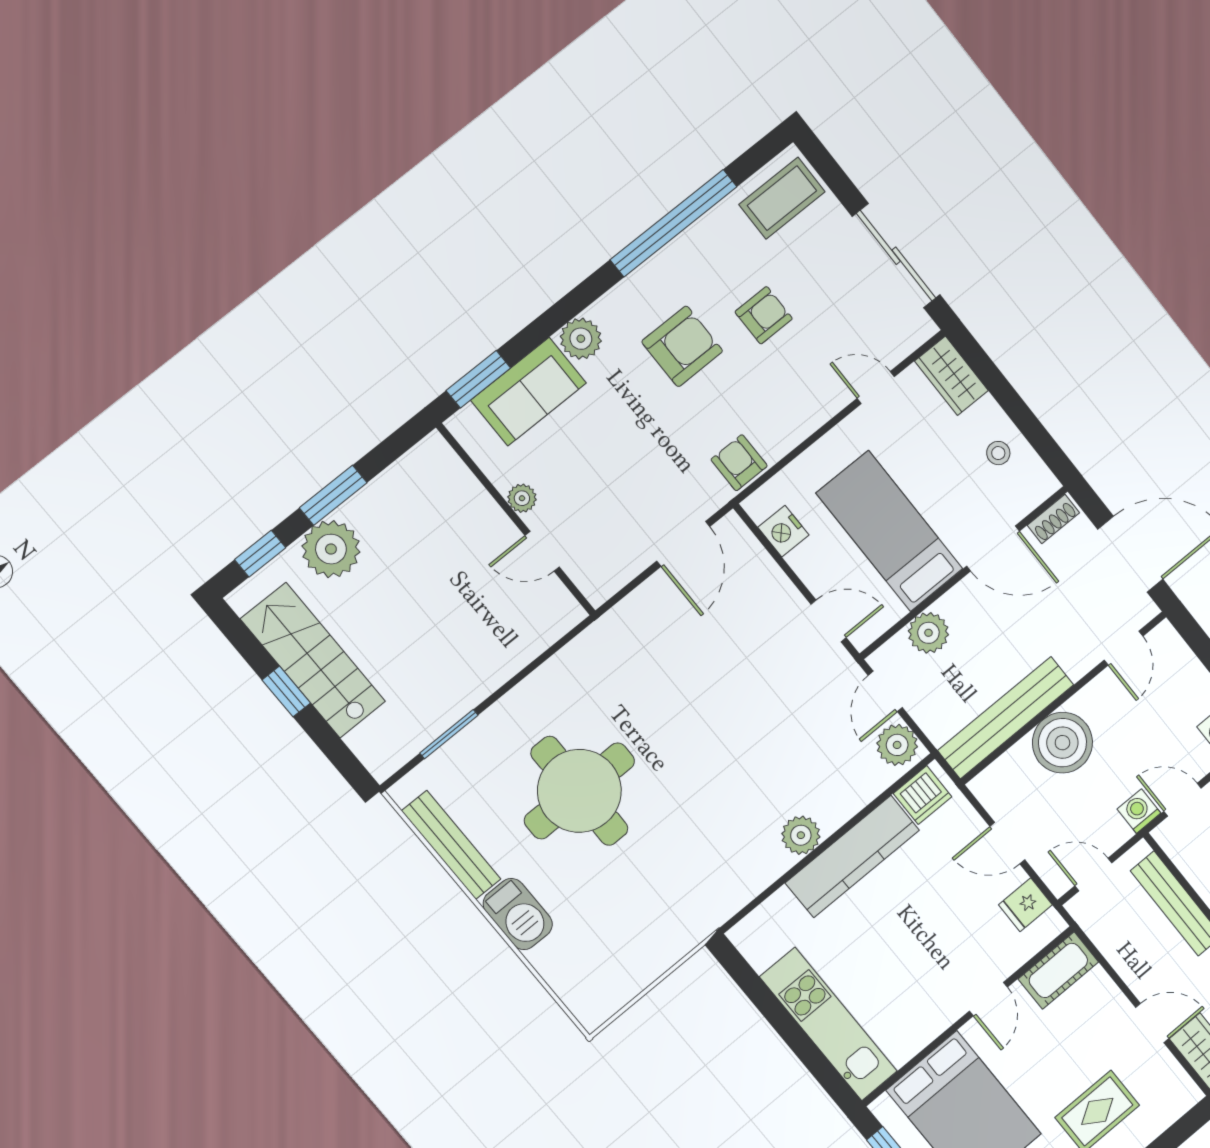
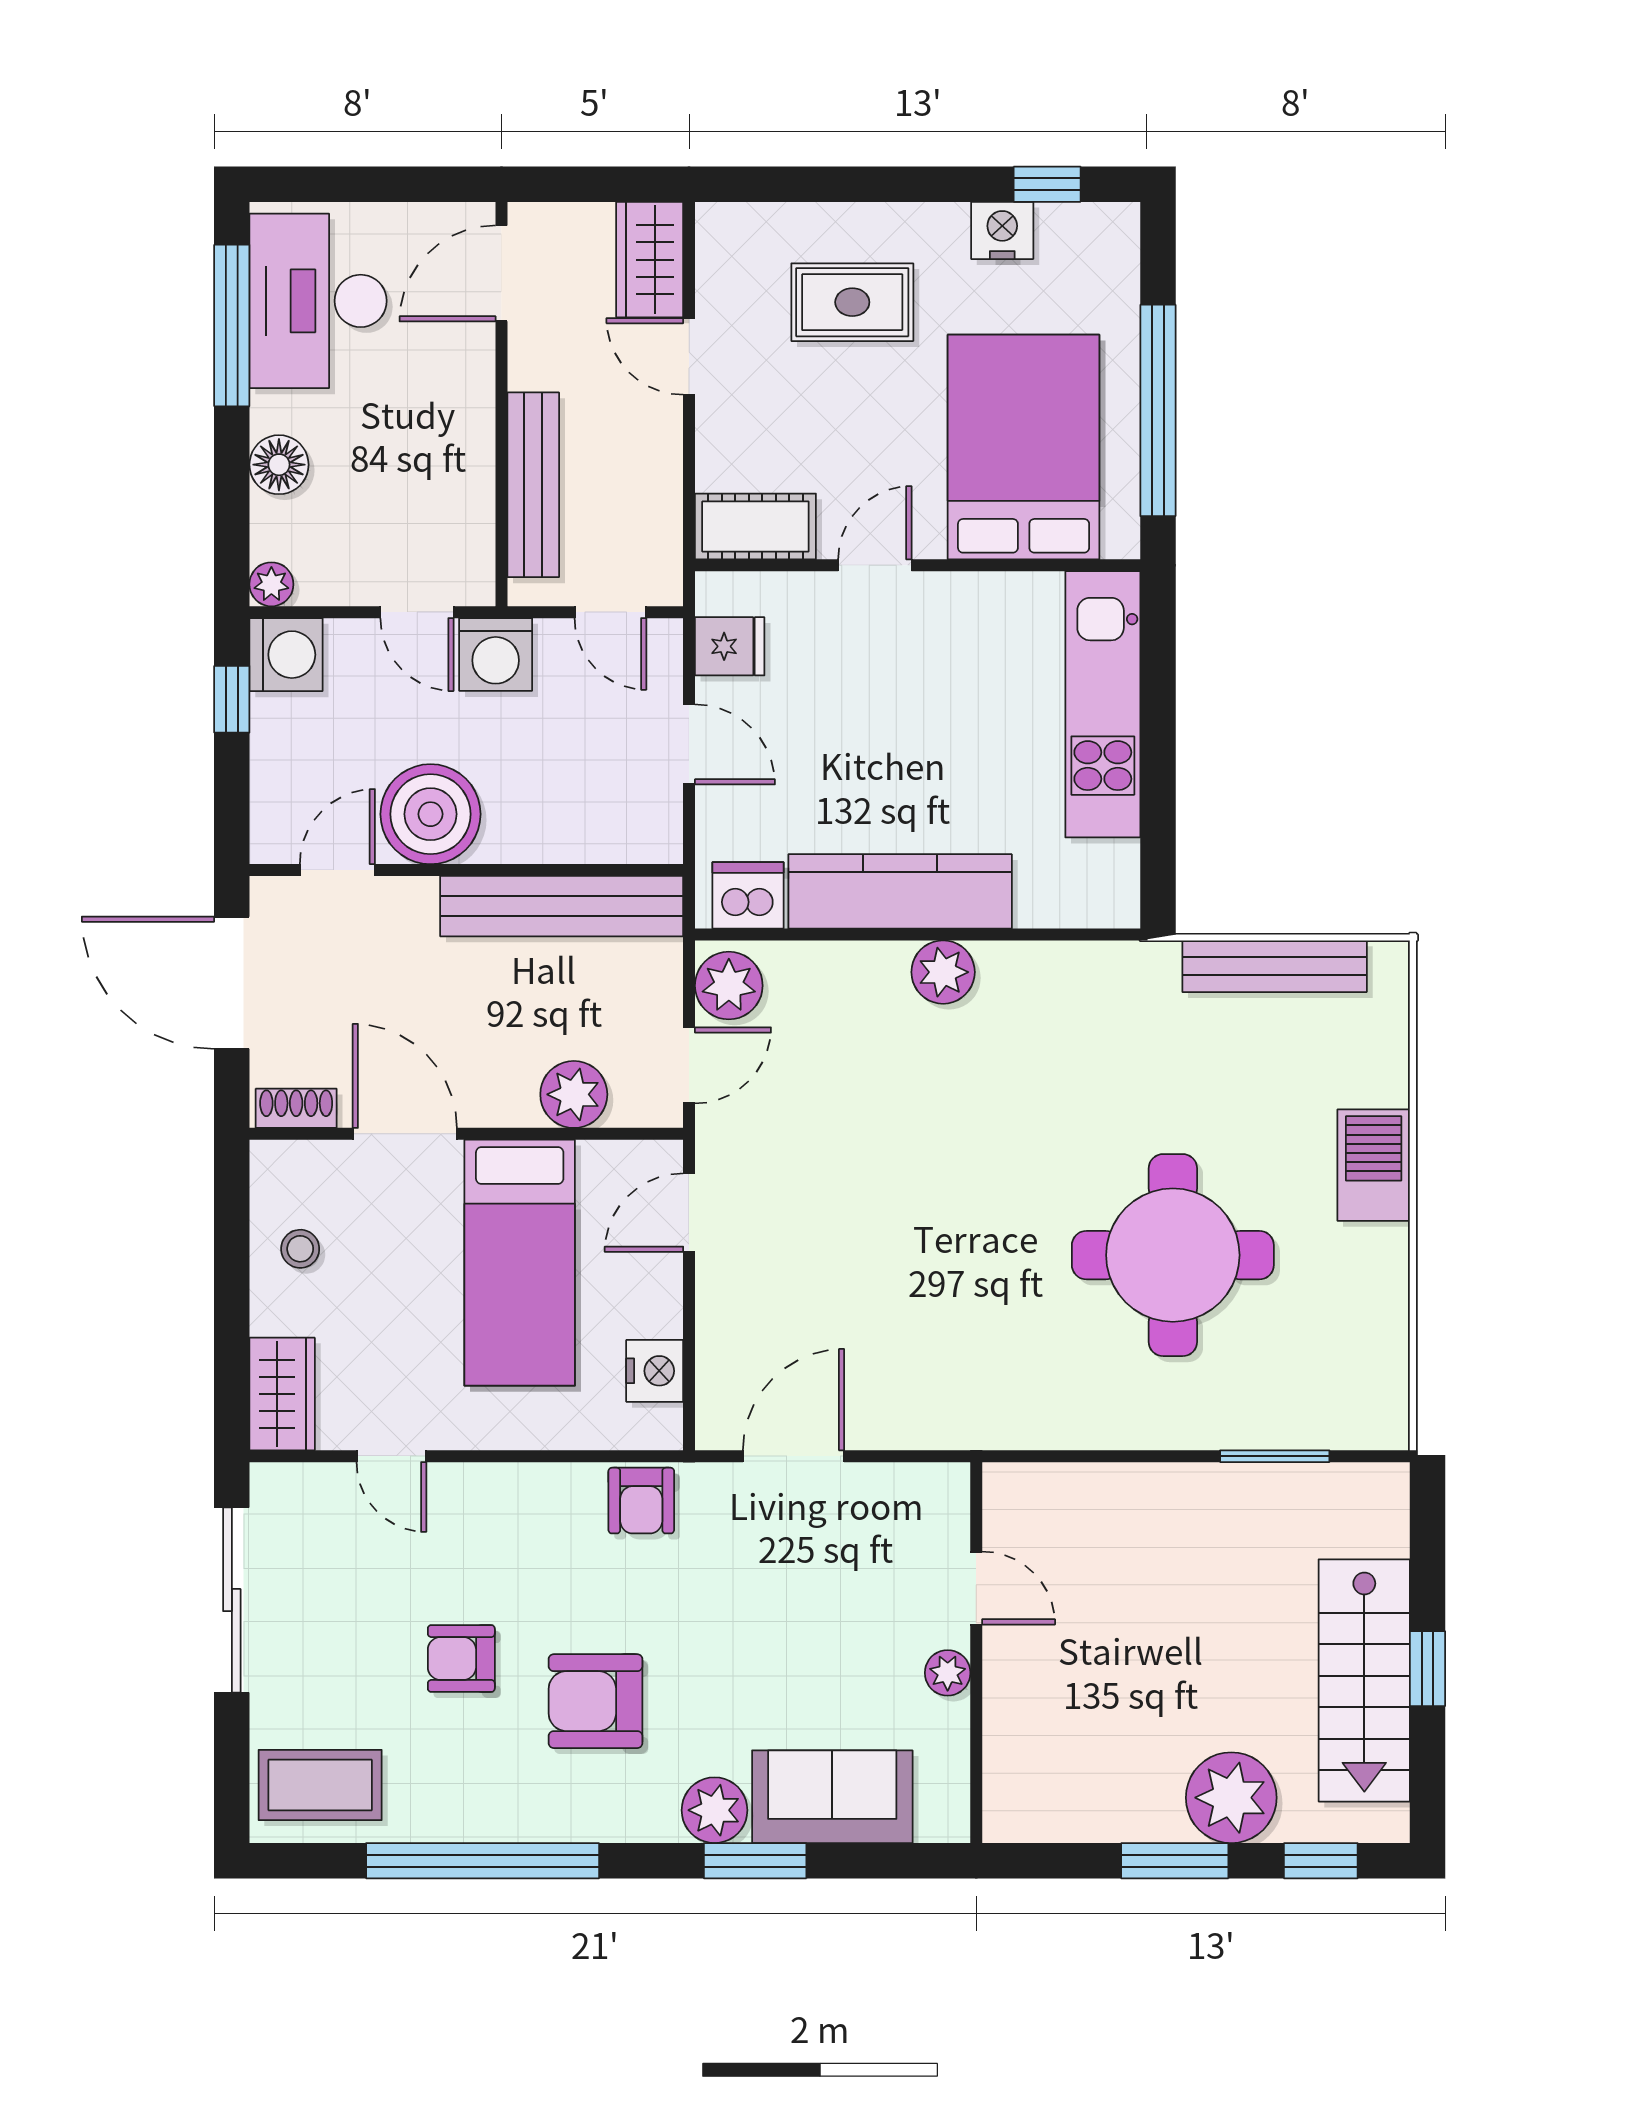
window: (478, 379) -> (755, 1861), moved
door: (828, 621) -> (689, 1213), hinge flipped
boiler: (1062, 743) -> (430, 814), moved
washing machine: (1139, 811) -> (496, 654), width x1.38, depth x1.38
bench: (451, 845) -> (1275, 966), moved, turned 90

